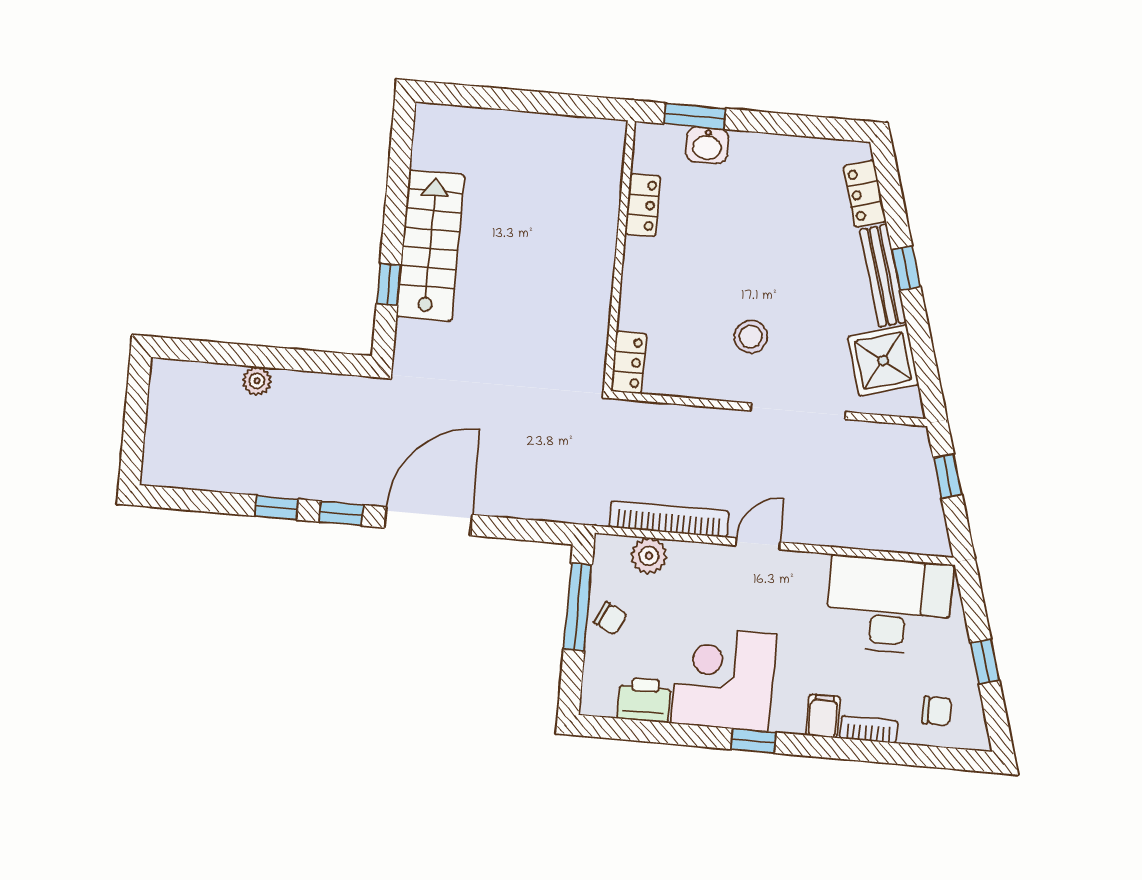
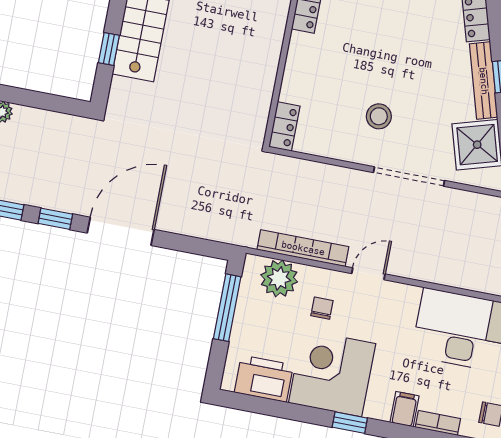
plant: (649, 556) -> (279, 278), width x1.36, depth x1.36
chair: (610, 618) -> (322, 308), moved, turned -116
printer: (644, 700) -> (264, 379), width x1.37, depth x1.19

